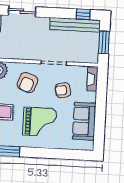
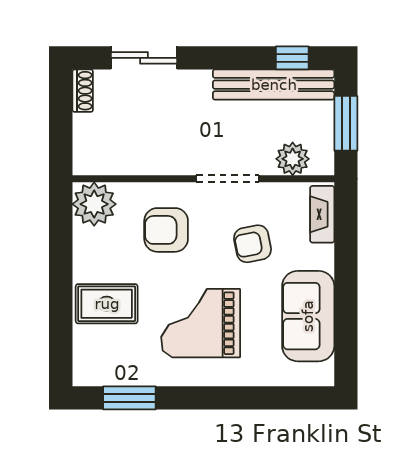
plant: (81, 56) -> (293, 159), added
armchair: (27, 83) -> (166, 230), turned 69
grand piano: (40, 122) -> (201, 323), turned 180

